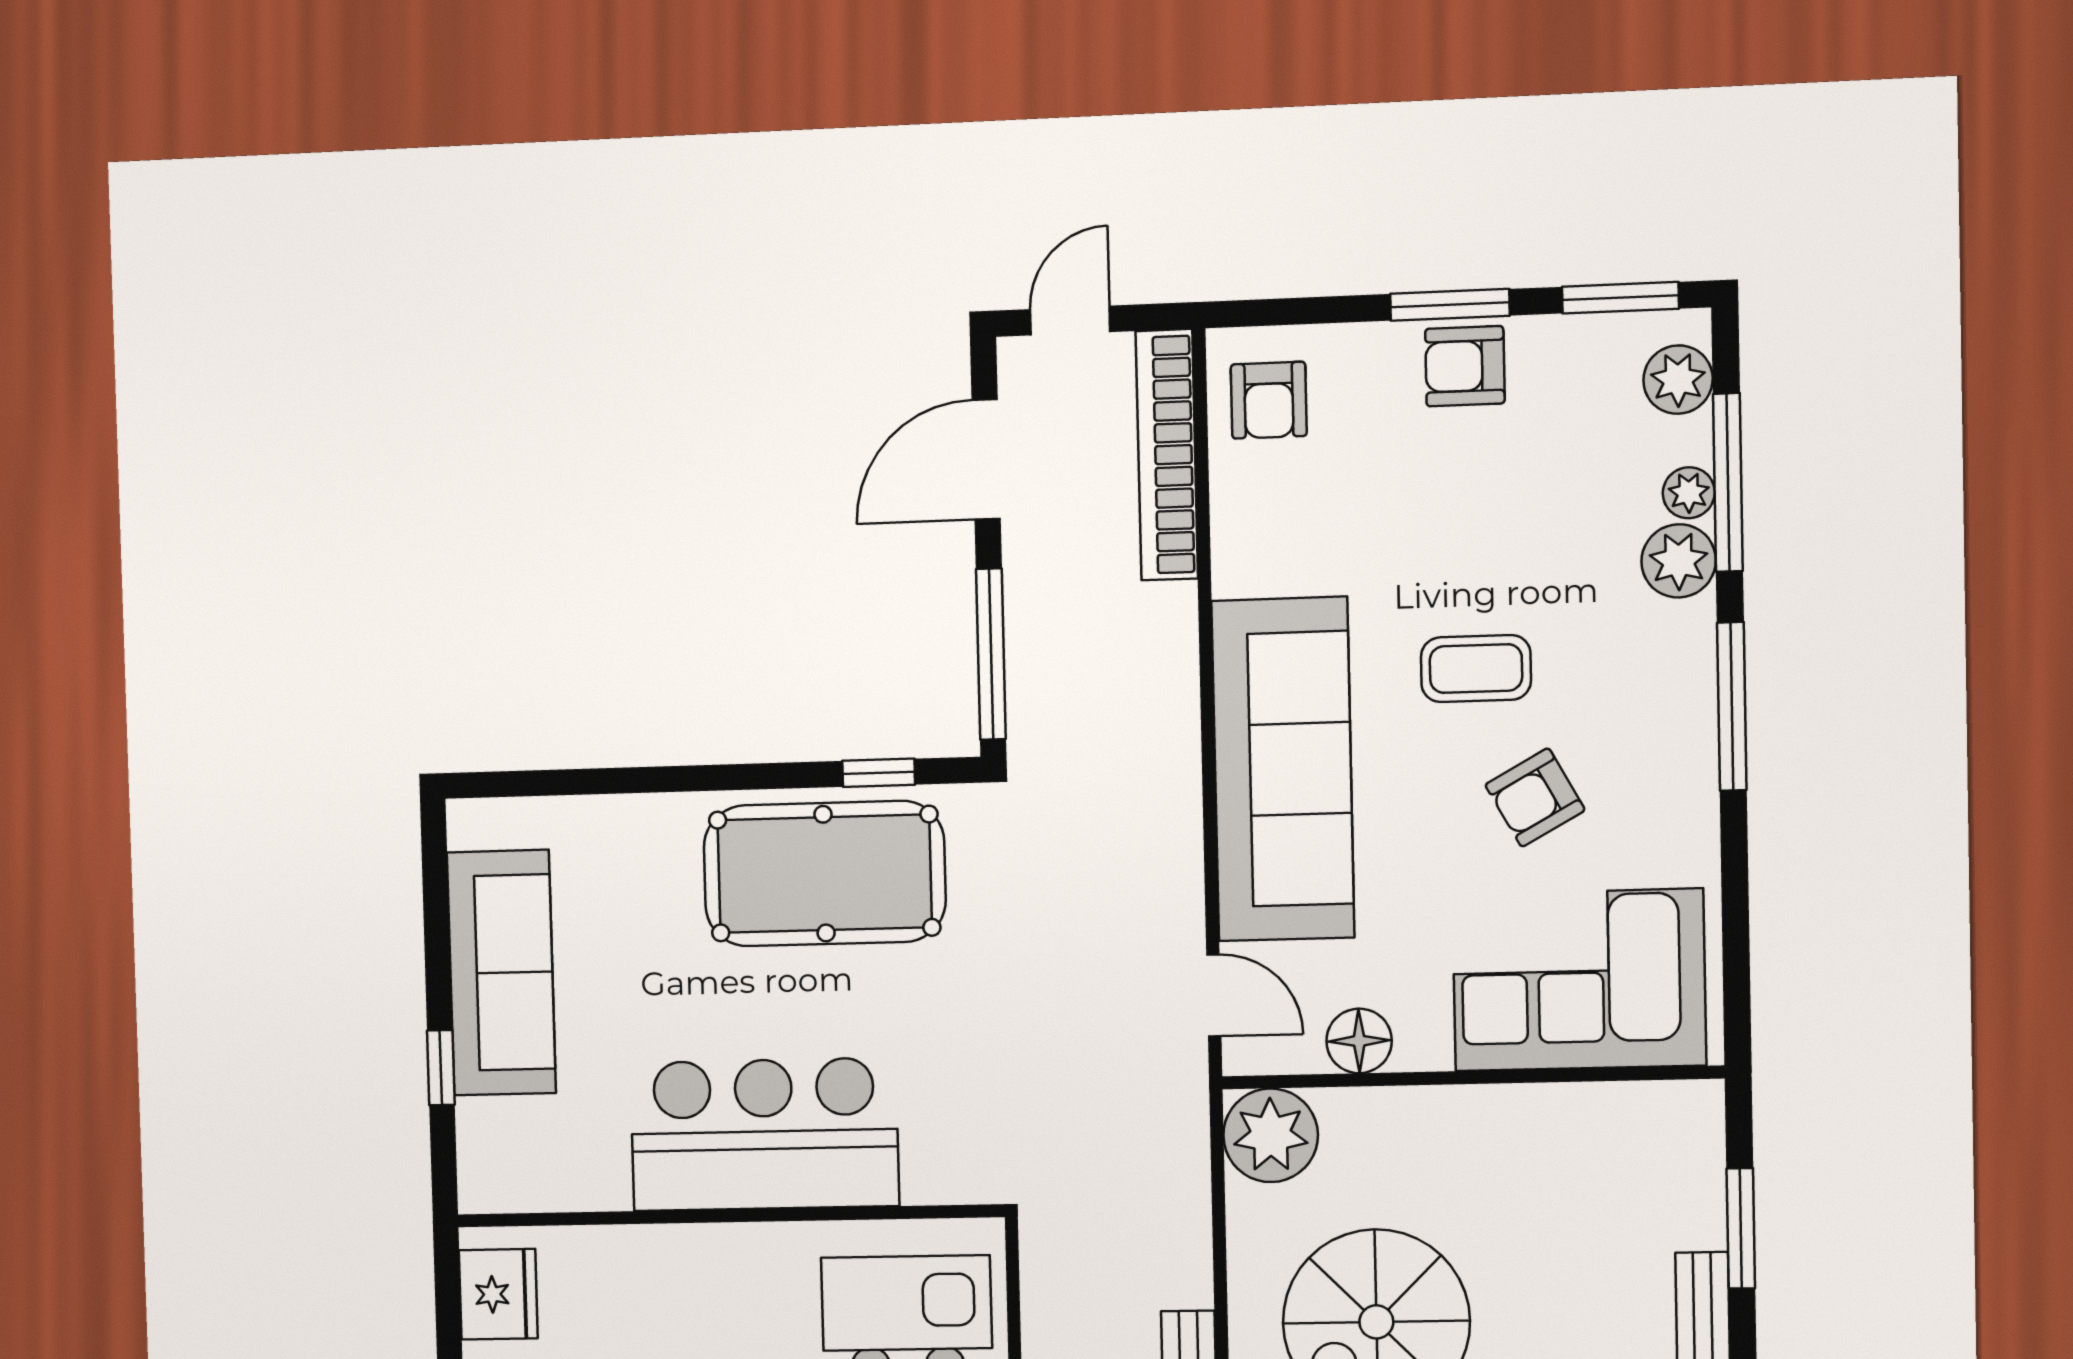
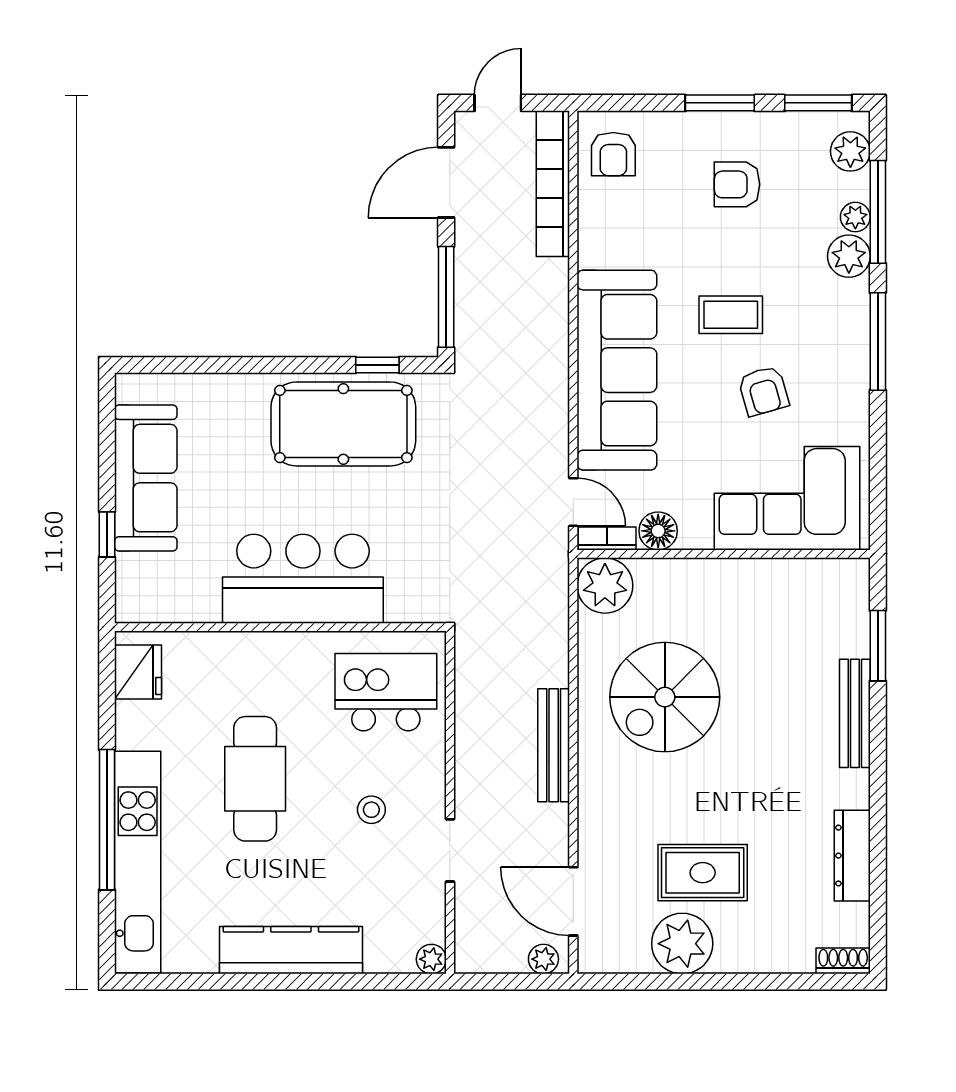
armchair: (1465, 366) -> (737, 184), moved
armchair: (1535, 797) -> (764, 391), turned -77
bookcase: (1272, 1056) -> (607, 538), added

